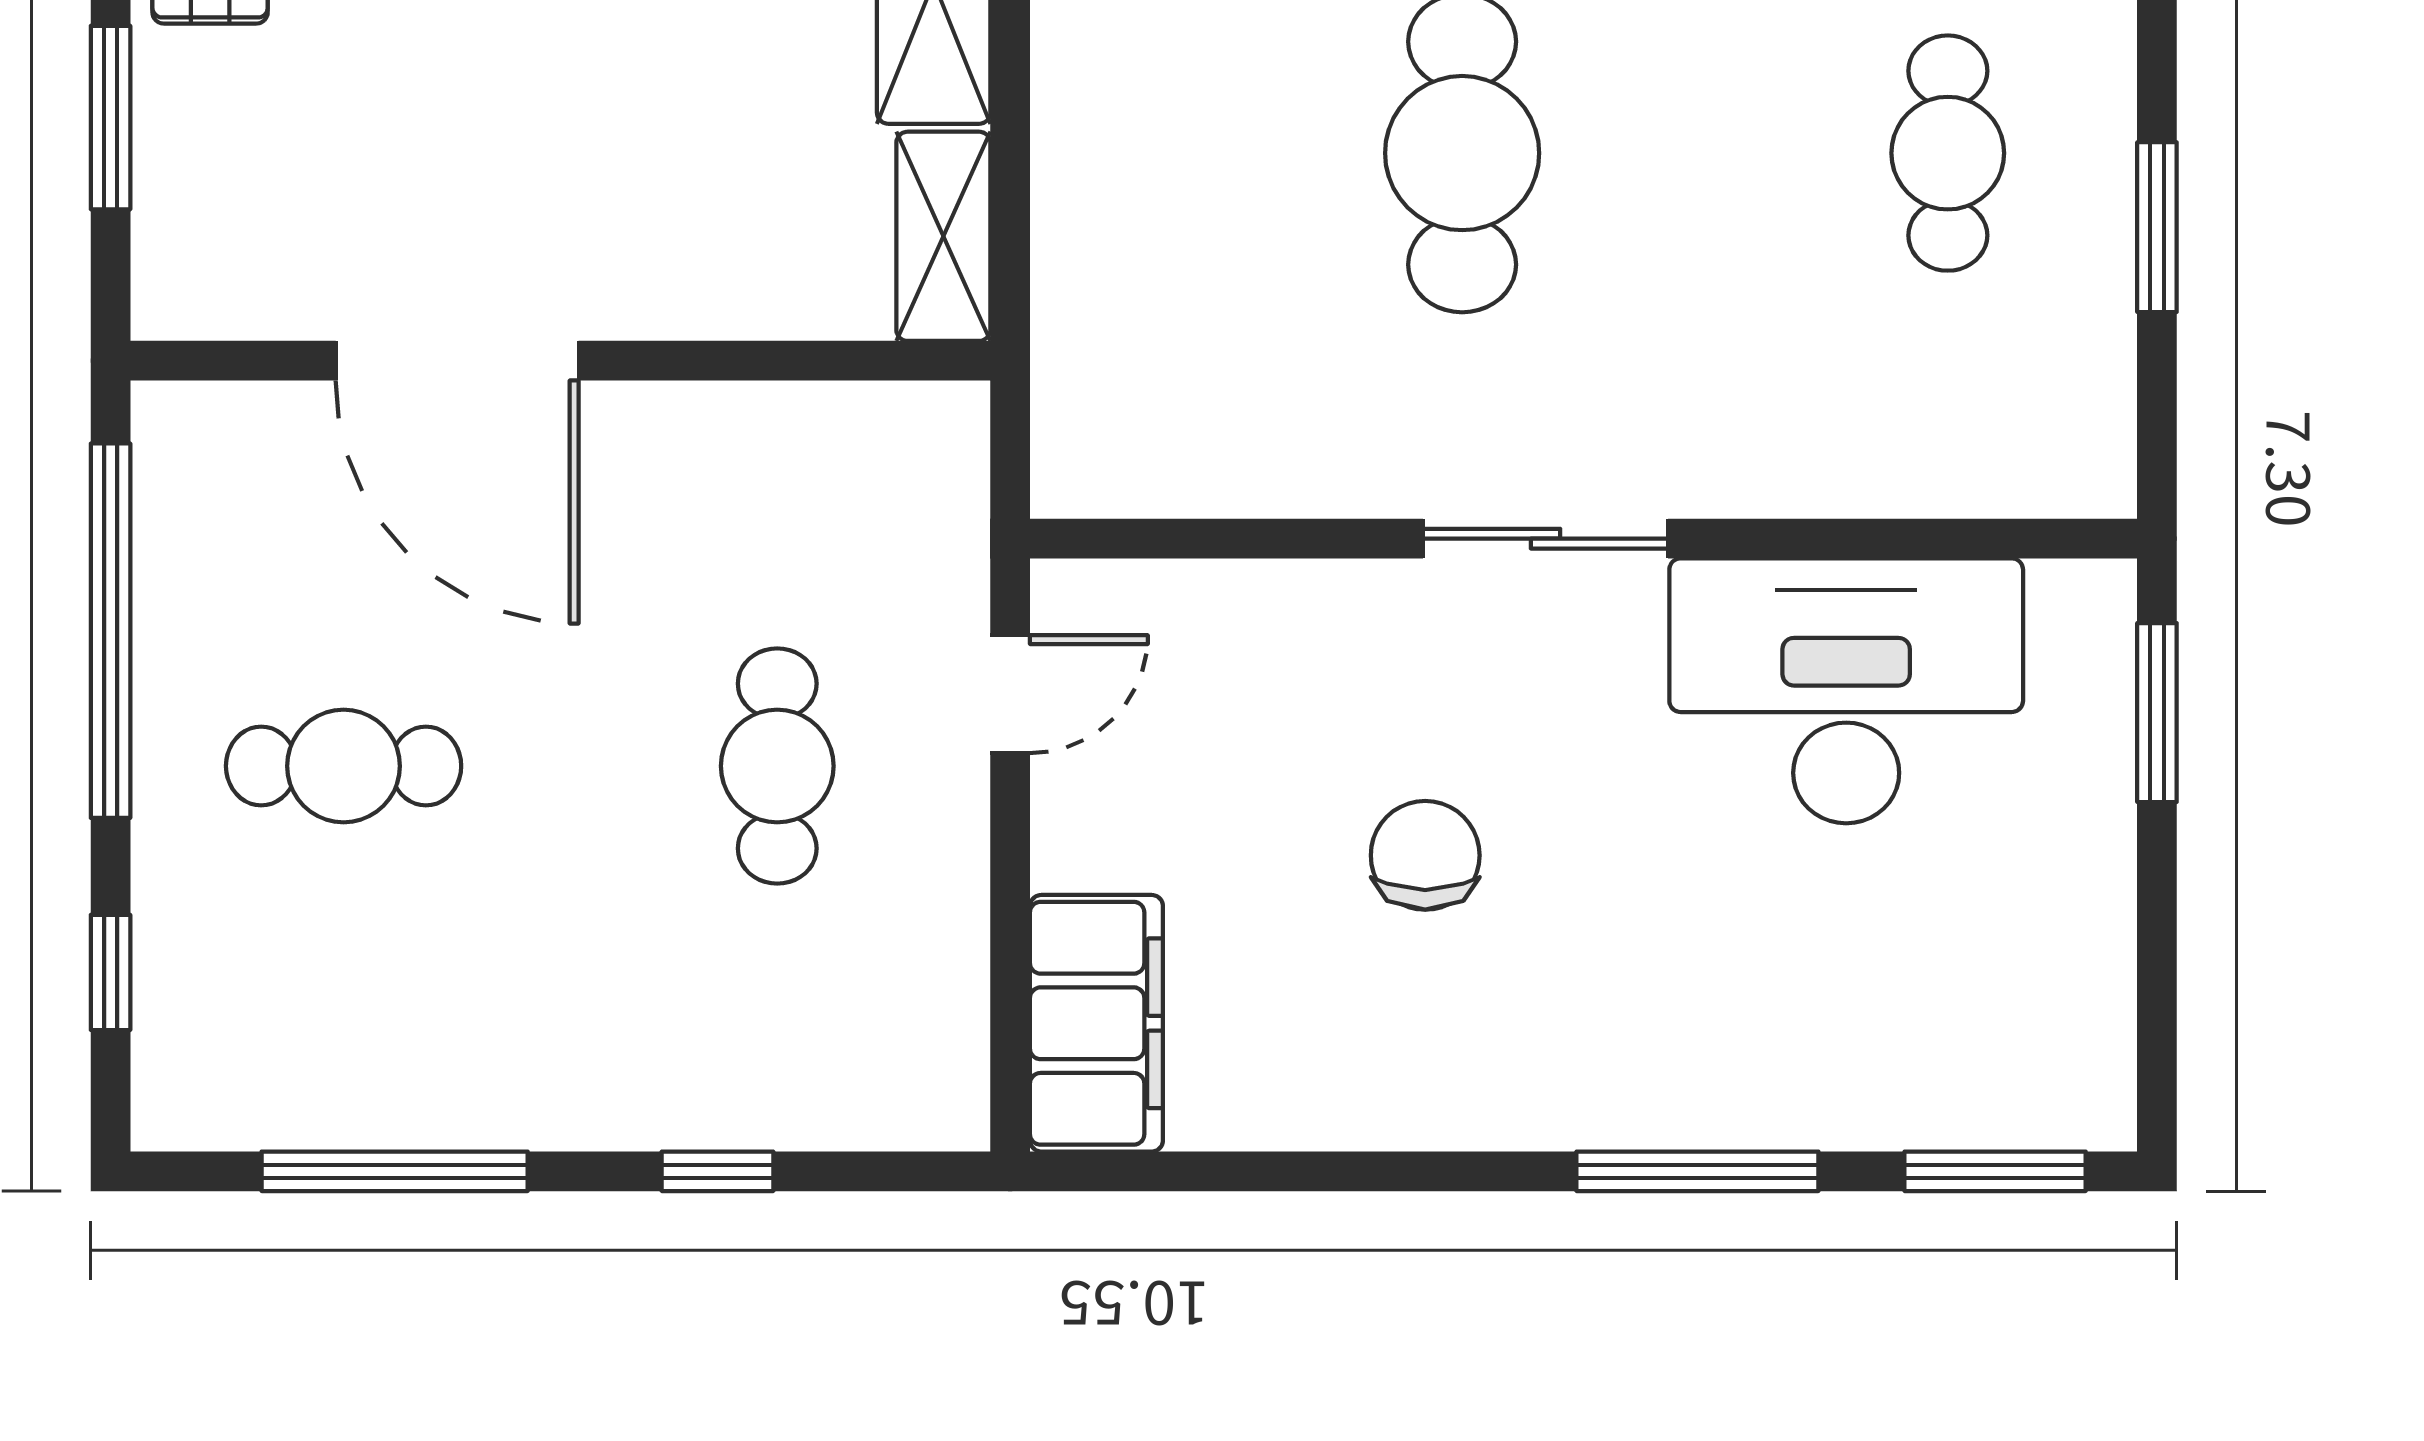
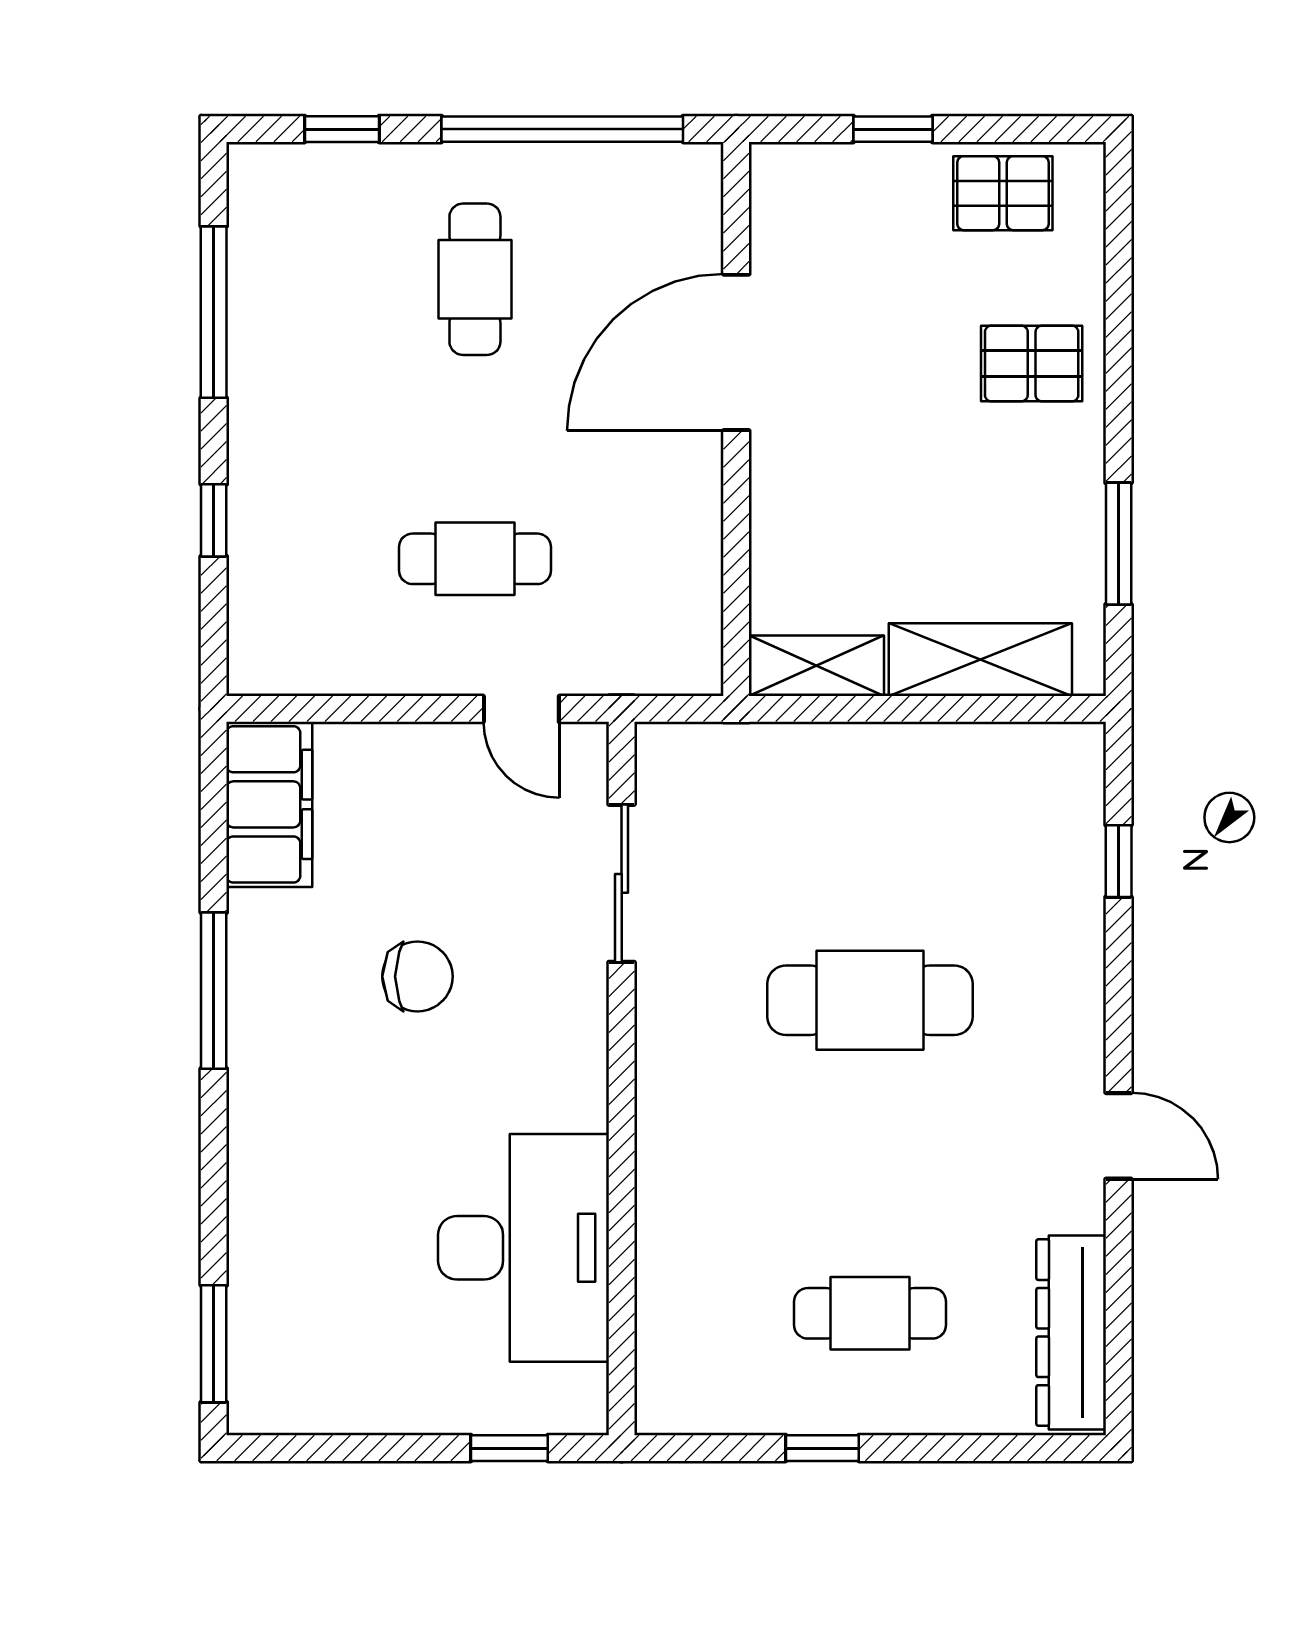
window: (111, 118) -> (893, 129), width x0.67
window: (2157, 227) -> (822, 1448), width x0.67
sliding door: (1546, 539) -> (622, 883), moved
window: (2157, 713) -> (509, 1448), width x0.67
filing cabinet: (1096, 1023) -> (269, 804), moved, turned -90
window: (1697, 1171) -> (214, 991), moved

